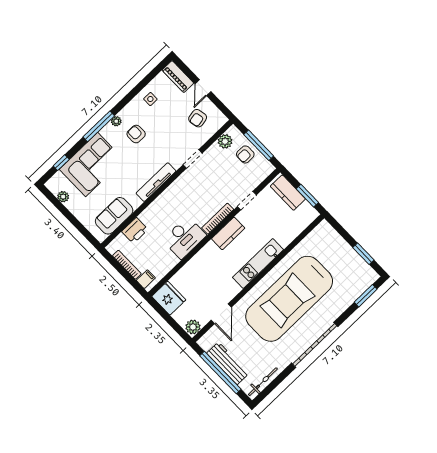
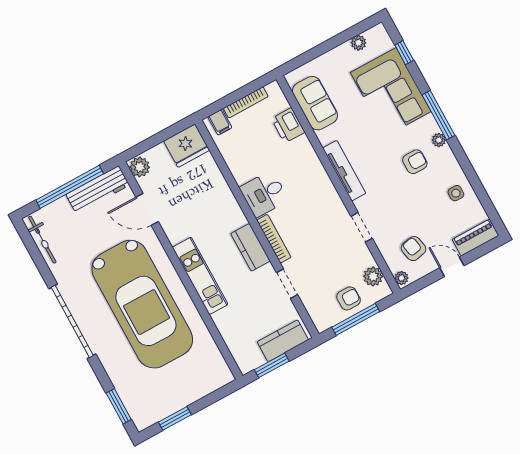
plant: (221, 121) -> (401, 278), added
armchair: (245, 154) -> (348, 298), turned 90
desk: (184, 238) -> (264, 194), width x0.73
car: (289, 299) -> (142, 304), turned 180
workbench: (228, 363) -> (98, 190), moved

